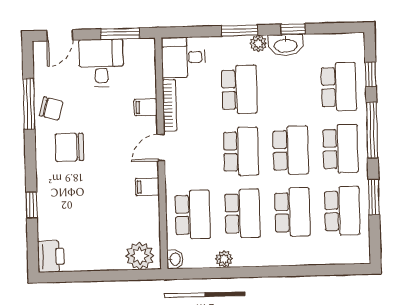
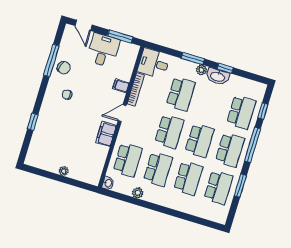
door: (60, 35) -> (84, 25), hinge flipped
chair: (69, 147) -> (67, 95), width x0.54, depth x0.54
filing cabinet: (147, 187) -> (106, 134), width x2.00
printer: (51, 256) -> (34, 157), removed
plant: (140, 256) -> (64, 171), moved, width x0.53, depth x0.53

